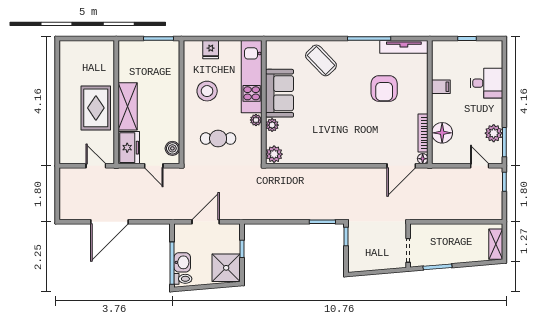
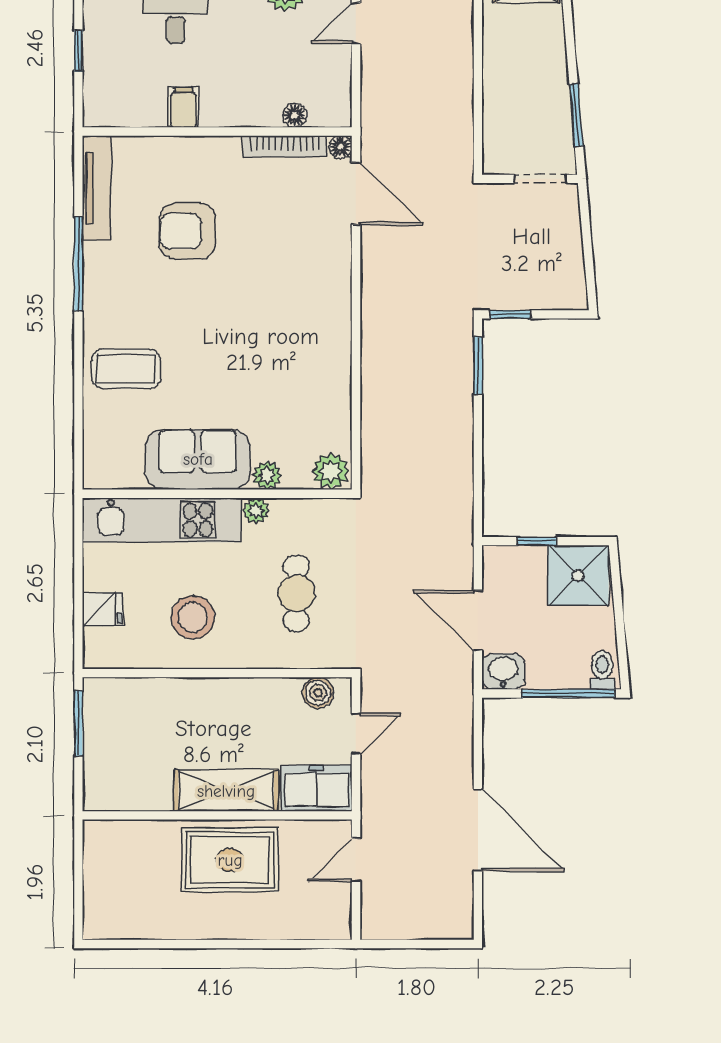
coffee table: (321, 60) -> (126, 369), turned 44
armchair: (384, 88) -> (187, 231), turned 180
floor lamp: (442, 133) -> (295, 115), width x0.53, depth x0.53
washbasin: (182, 262) -> (503, 671), moved

